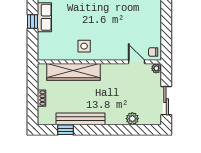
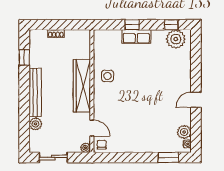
door: (136, 62) -> (92, 128), hinge flipped
wardrobe: (74, 72) -> (82, 86), moved
bench: (80, 119) -> (35, 92), moved

